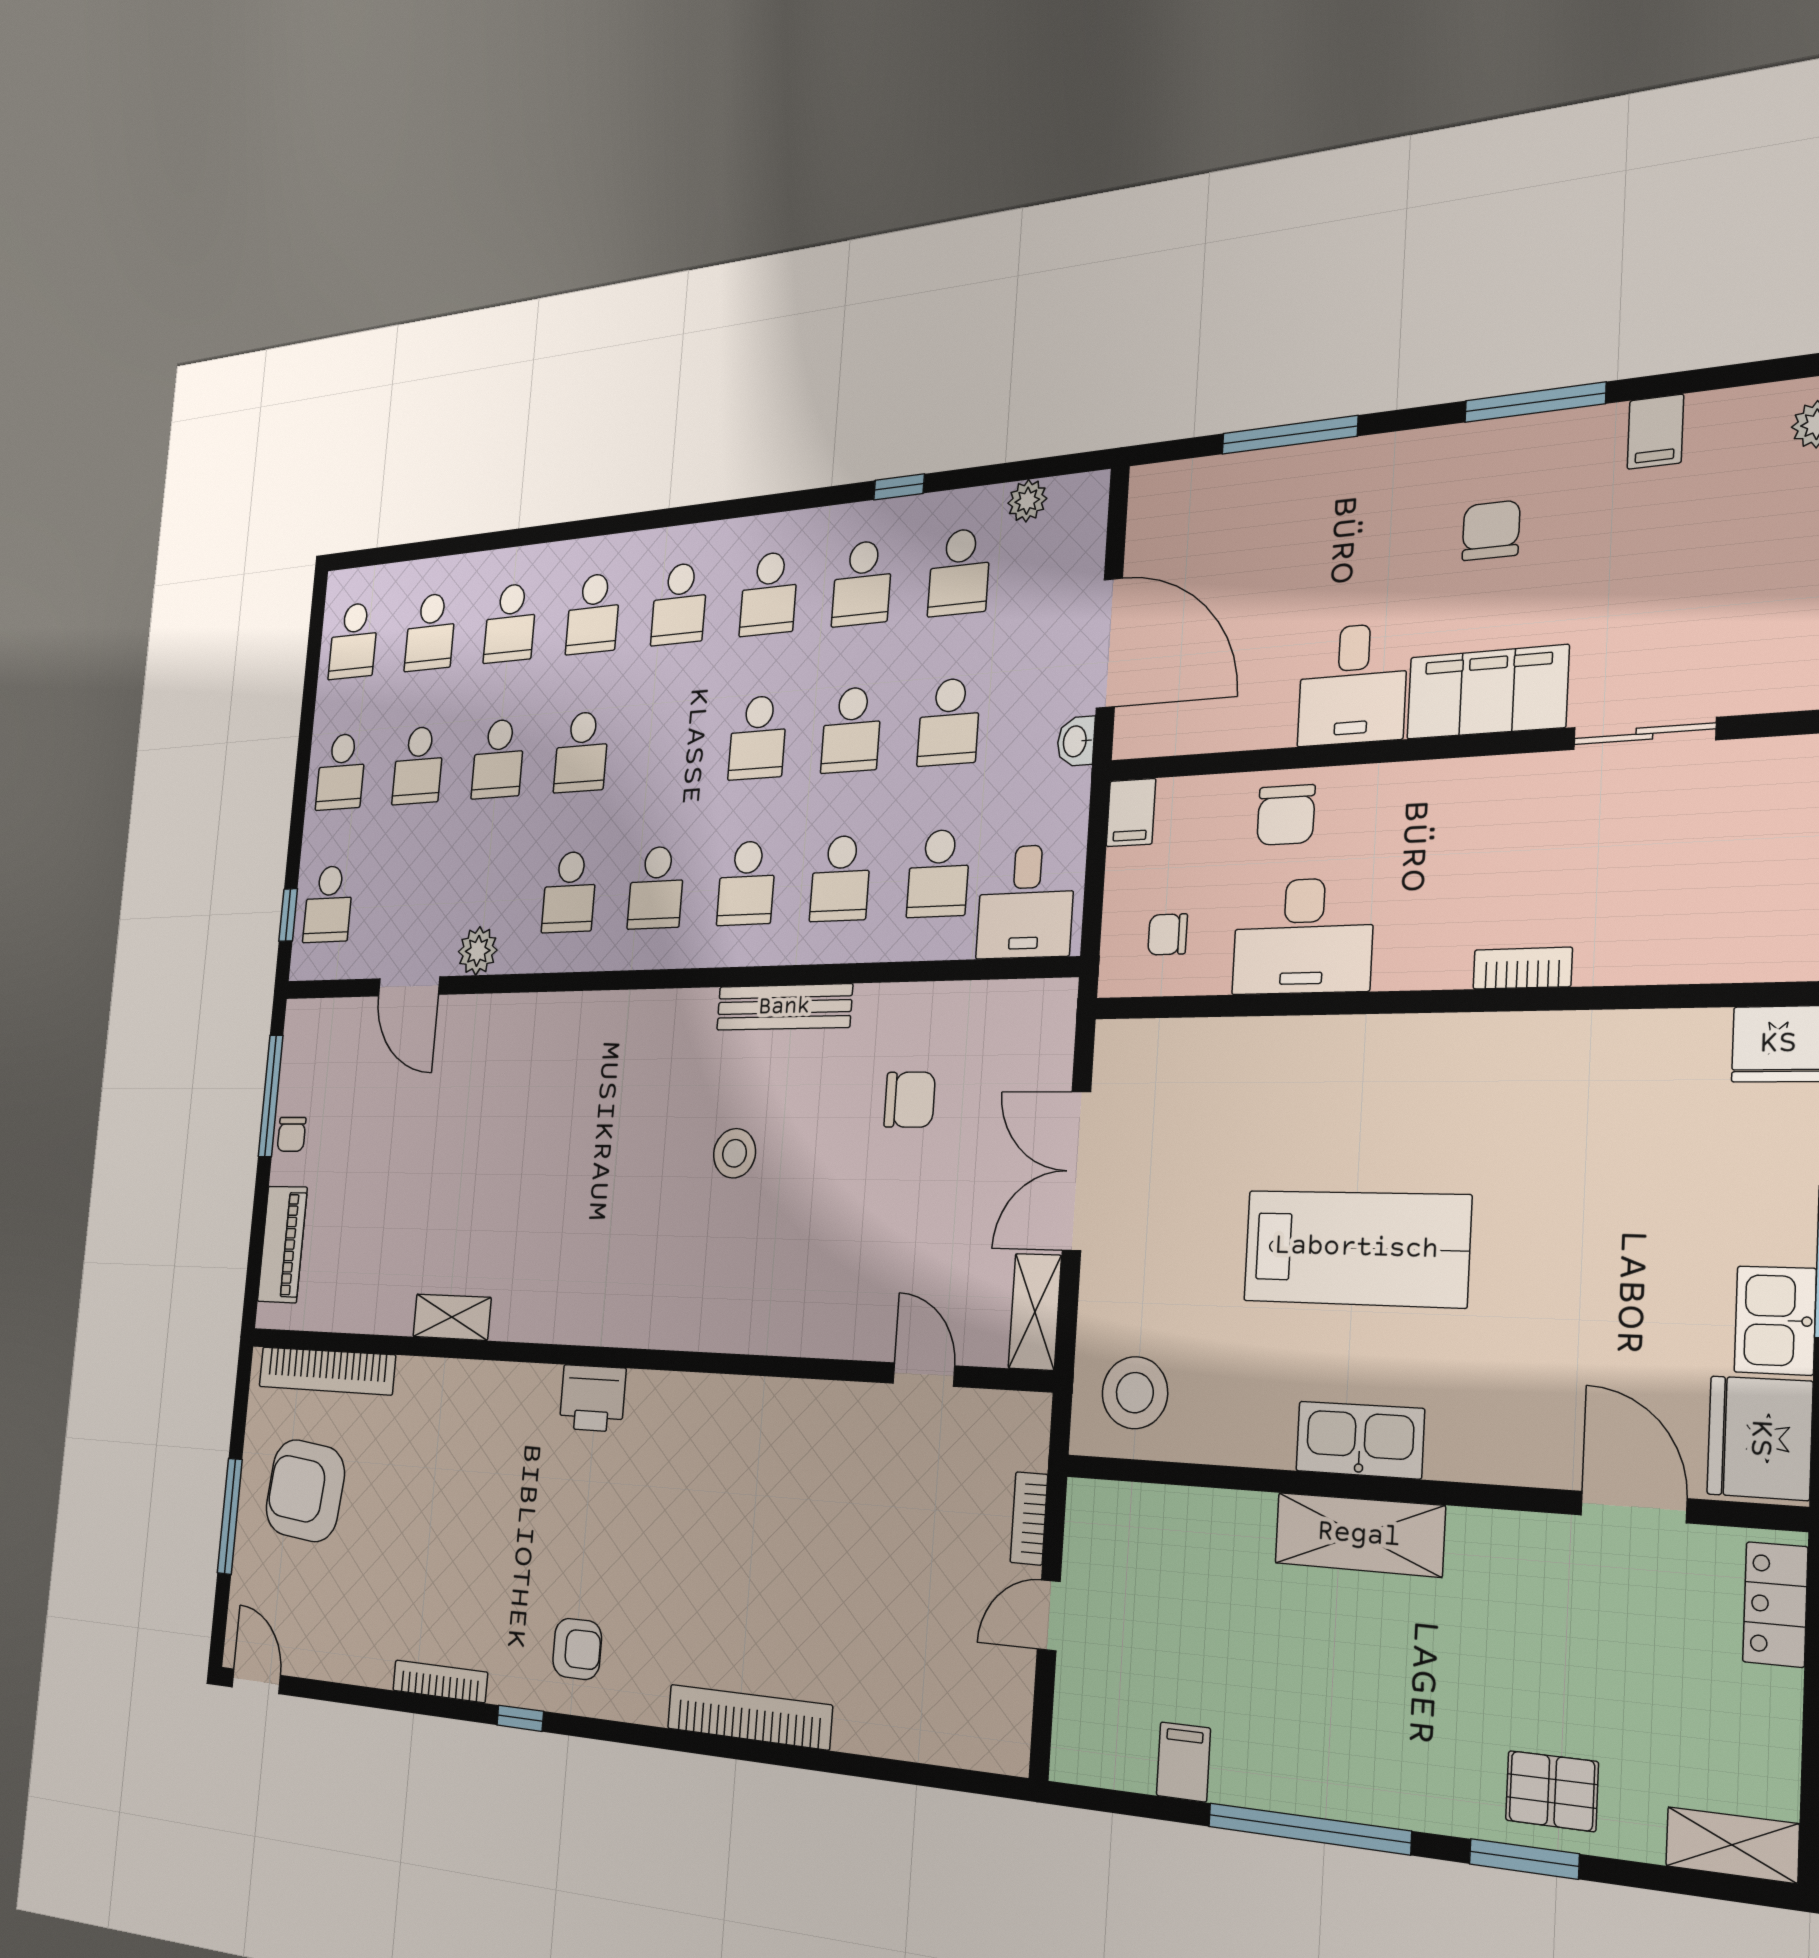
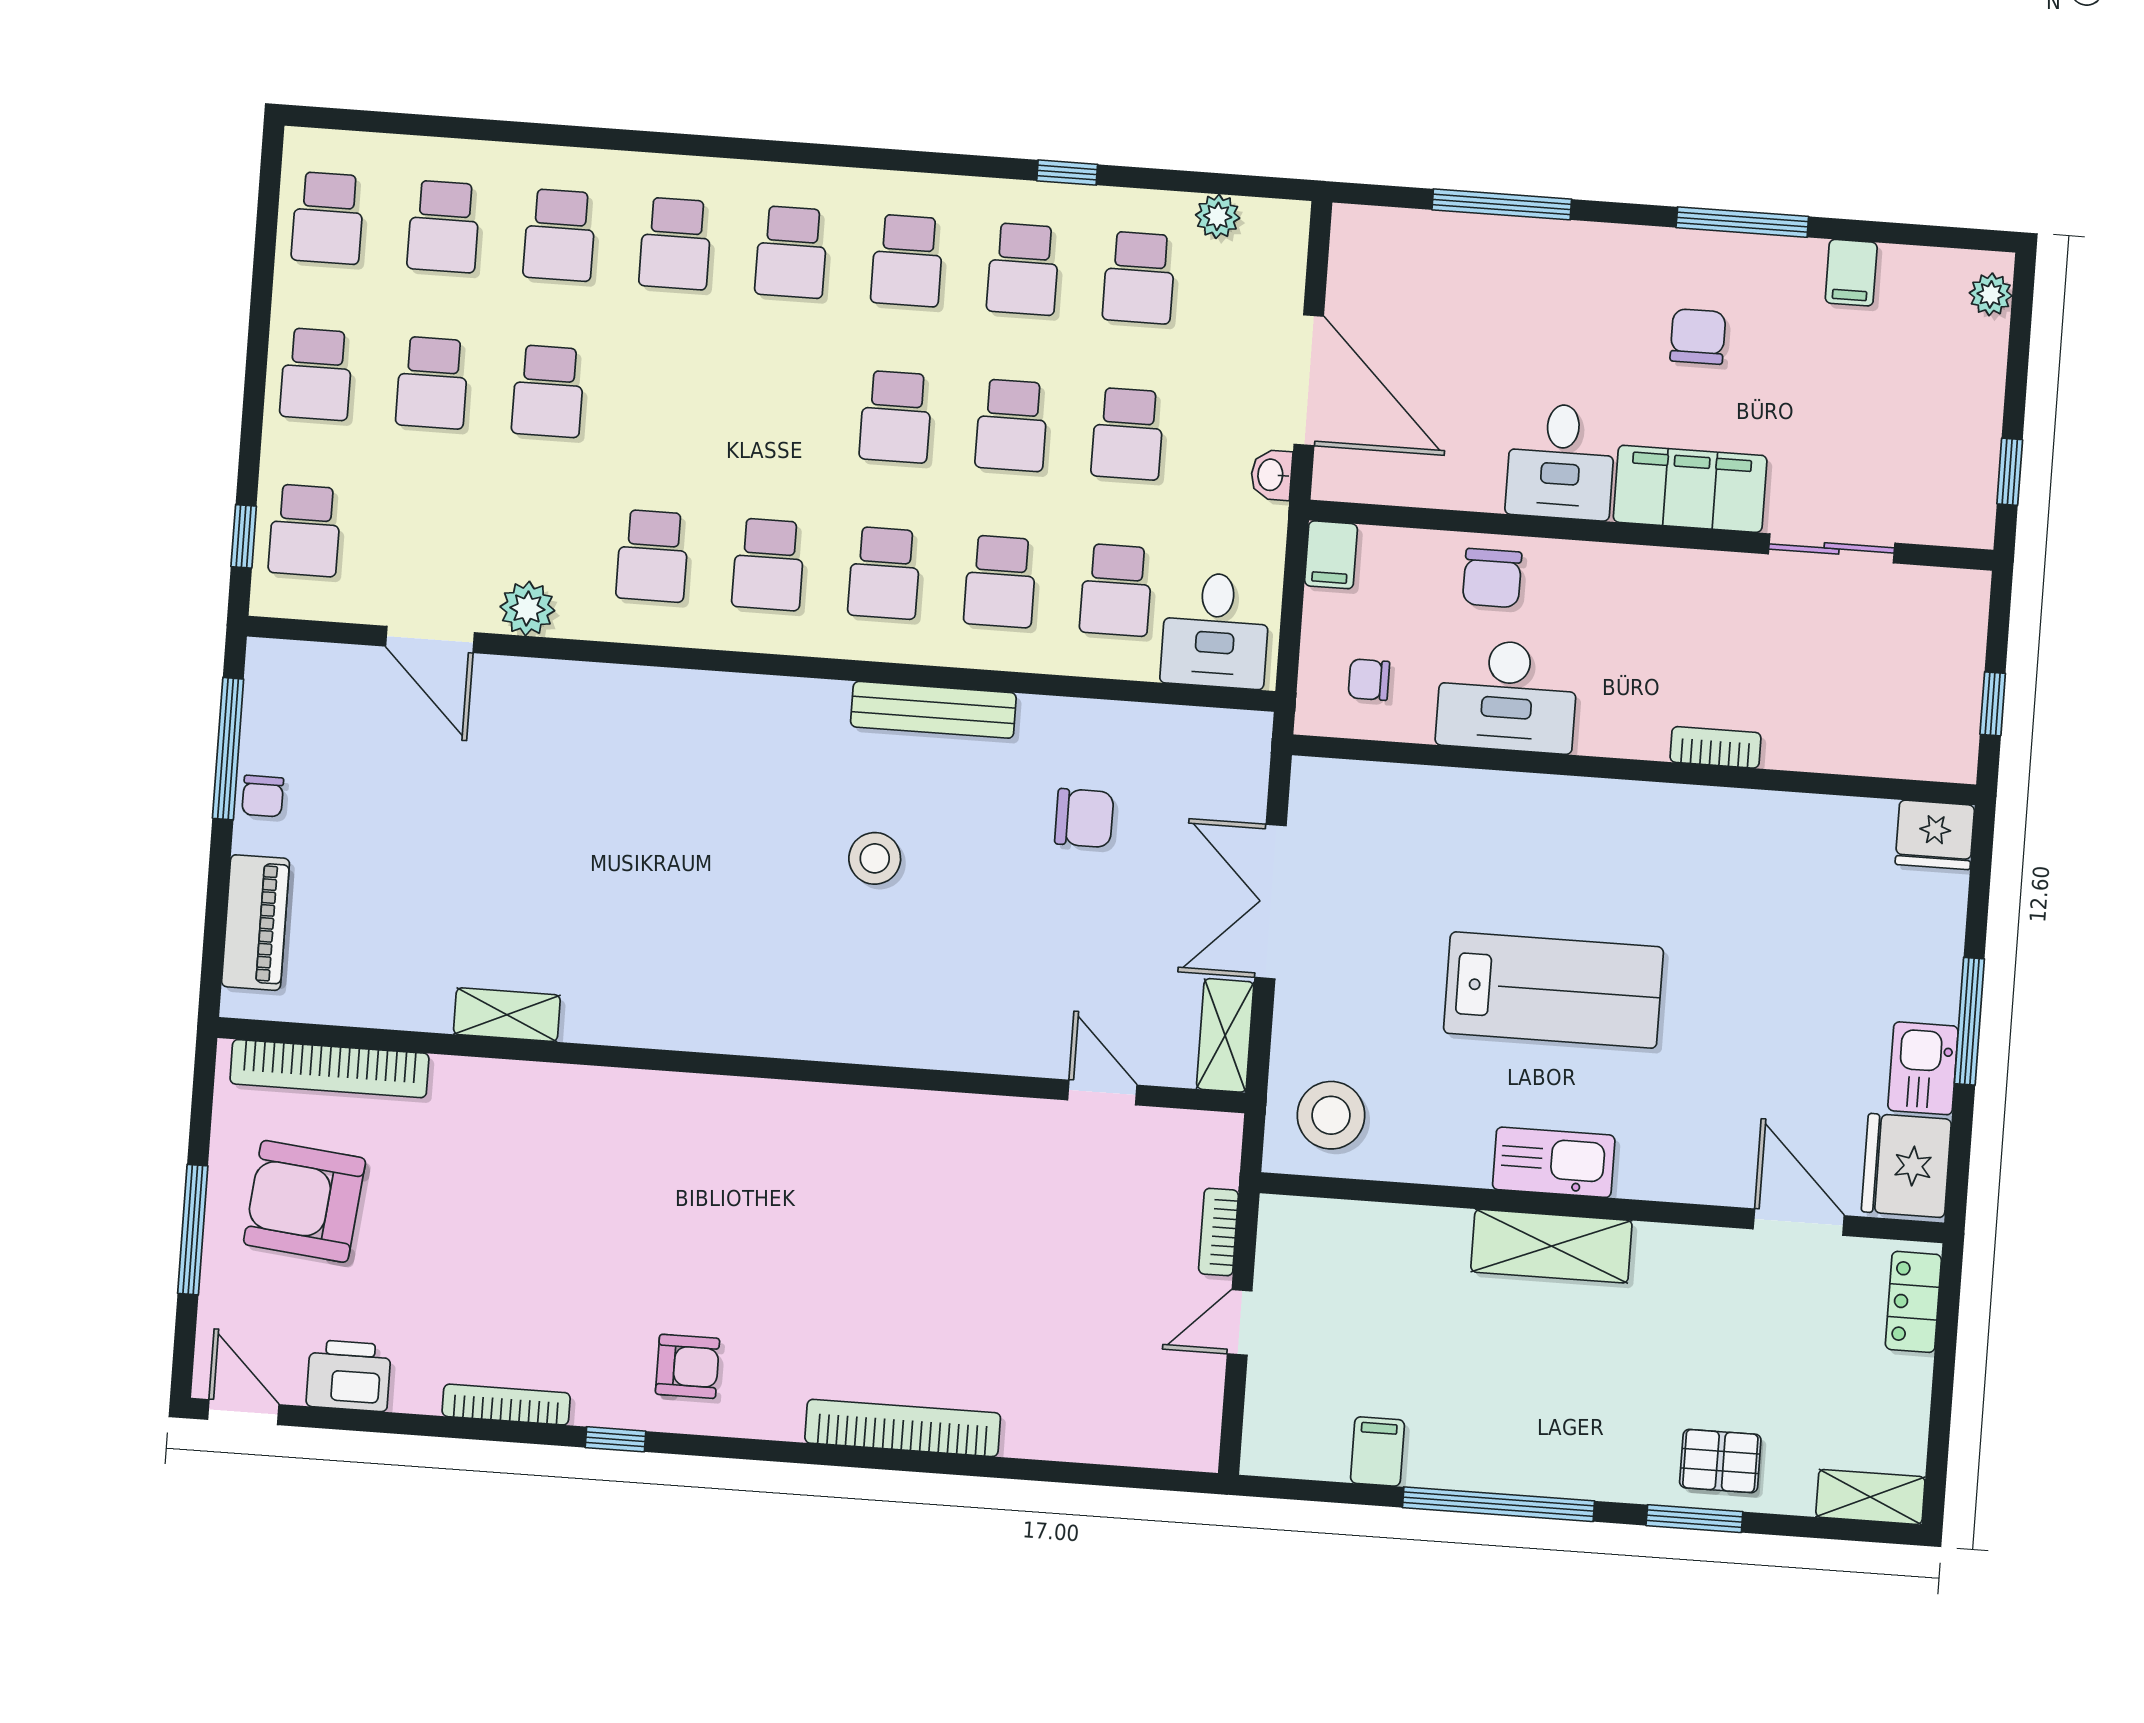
school desk: (581, 752) -> (664, 400), removed
printer: (592, 1398) -> (349, 1376), moved, turned 180

